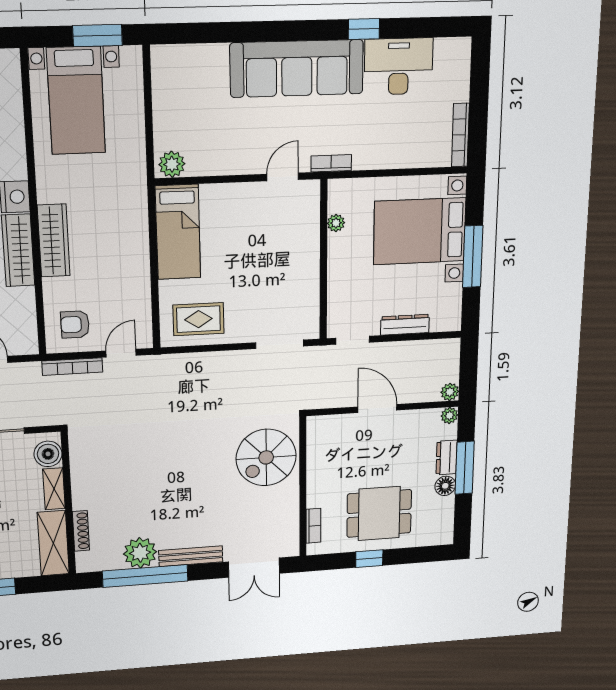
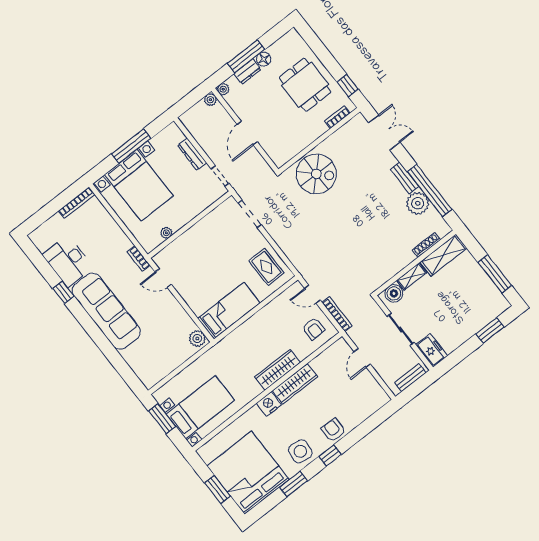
bench: (191, 556) -> (405, 178), width x0.73
window: (369, 559) -> (348, 86), moved

